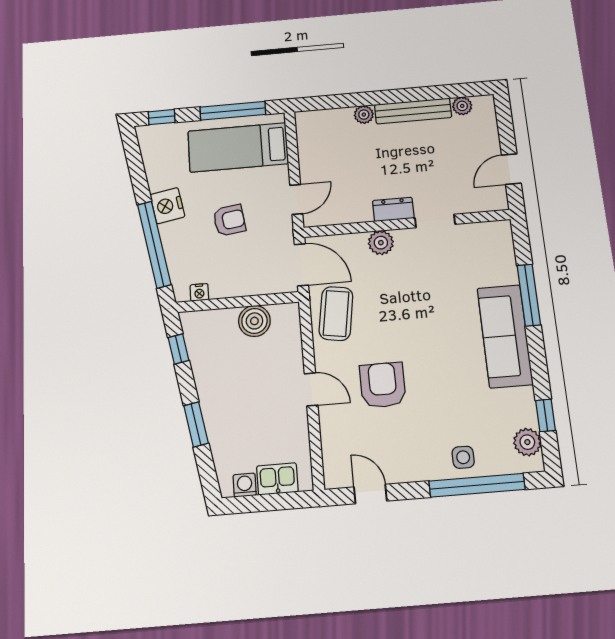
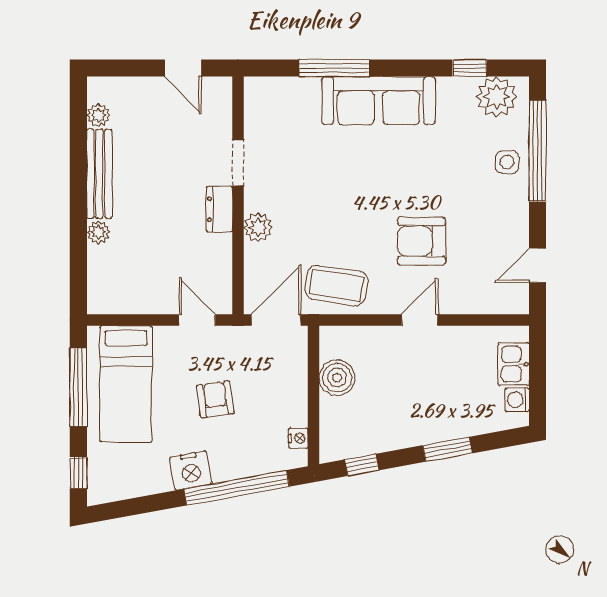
plant: (527, 442) -> (497, 97), width x1.36, depth x1.36

